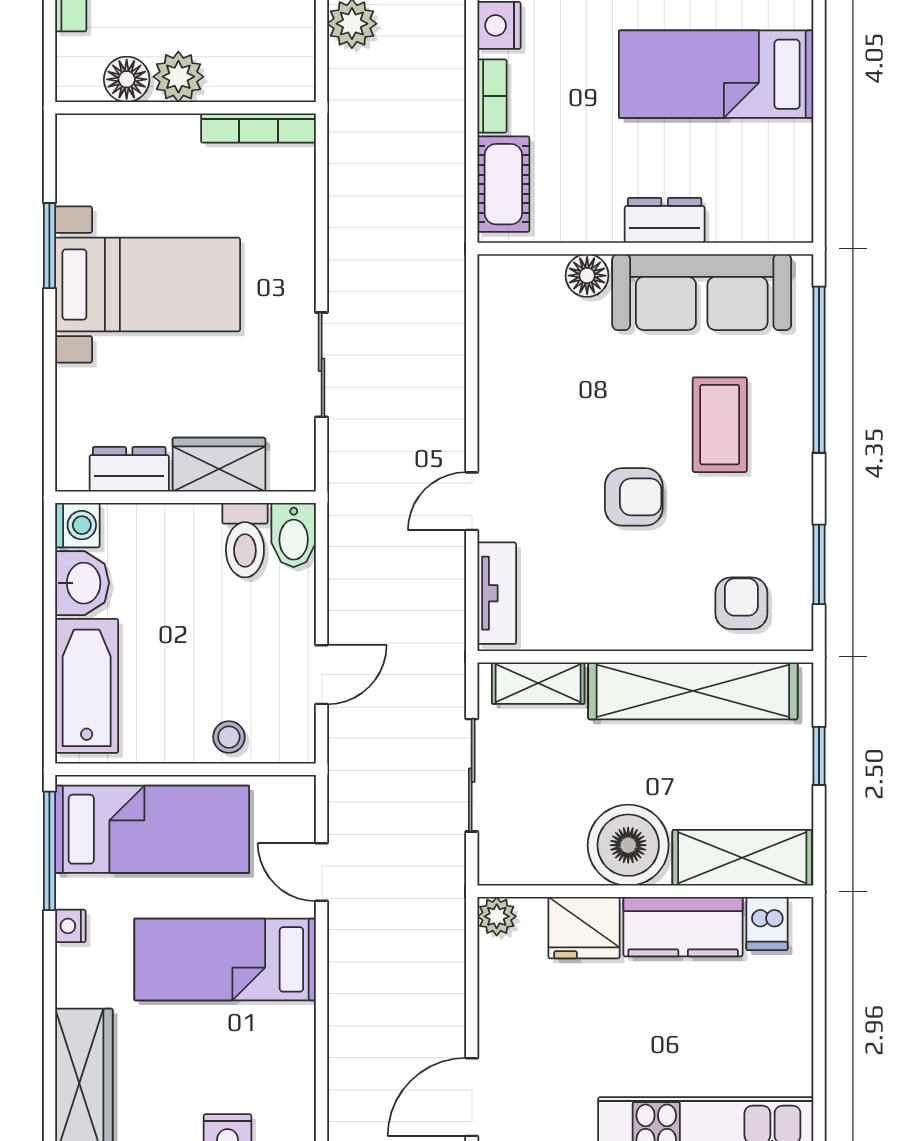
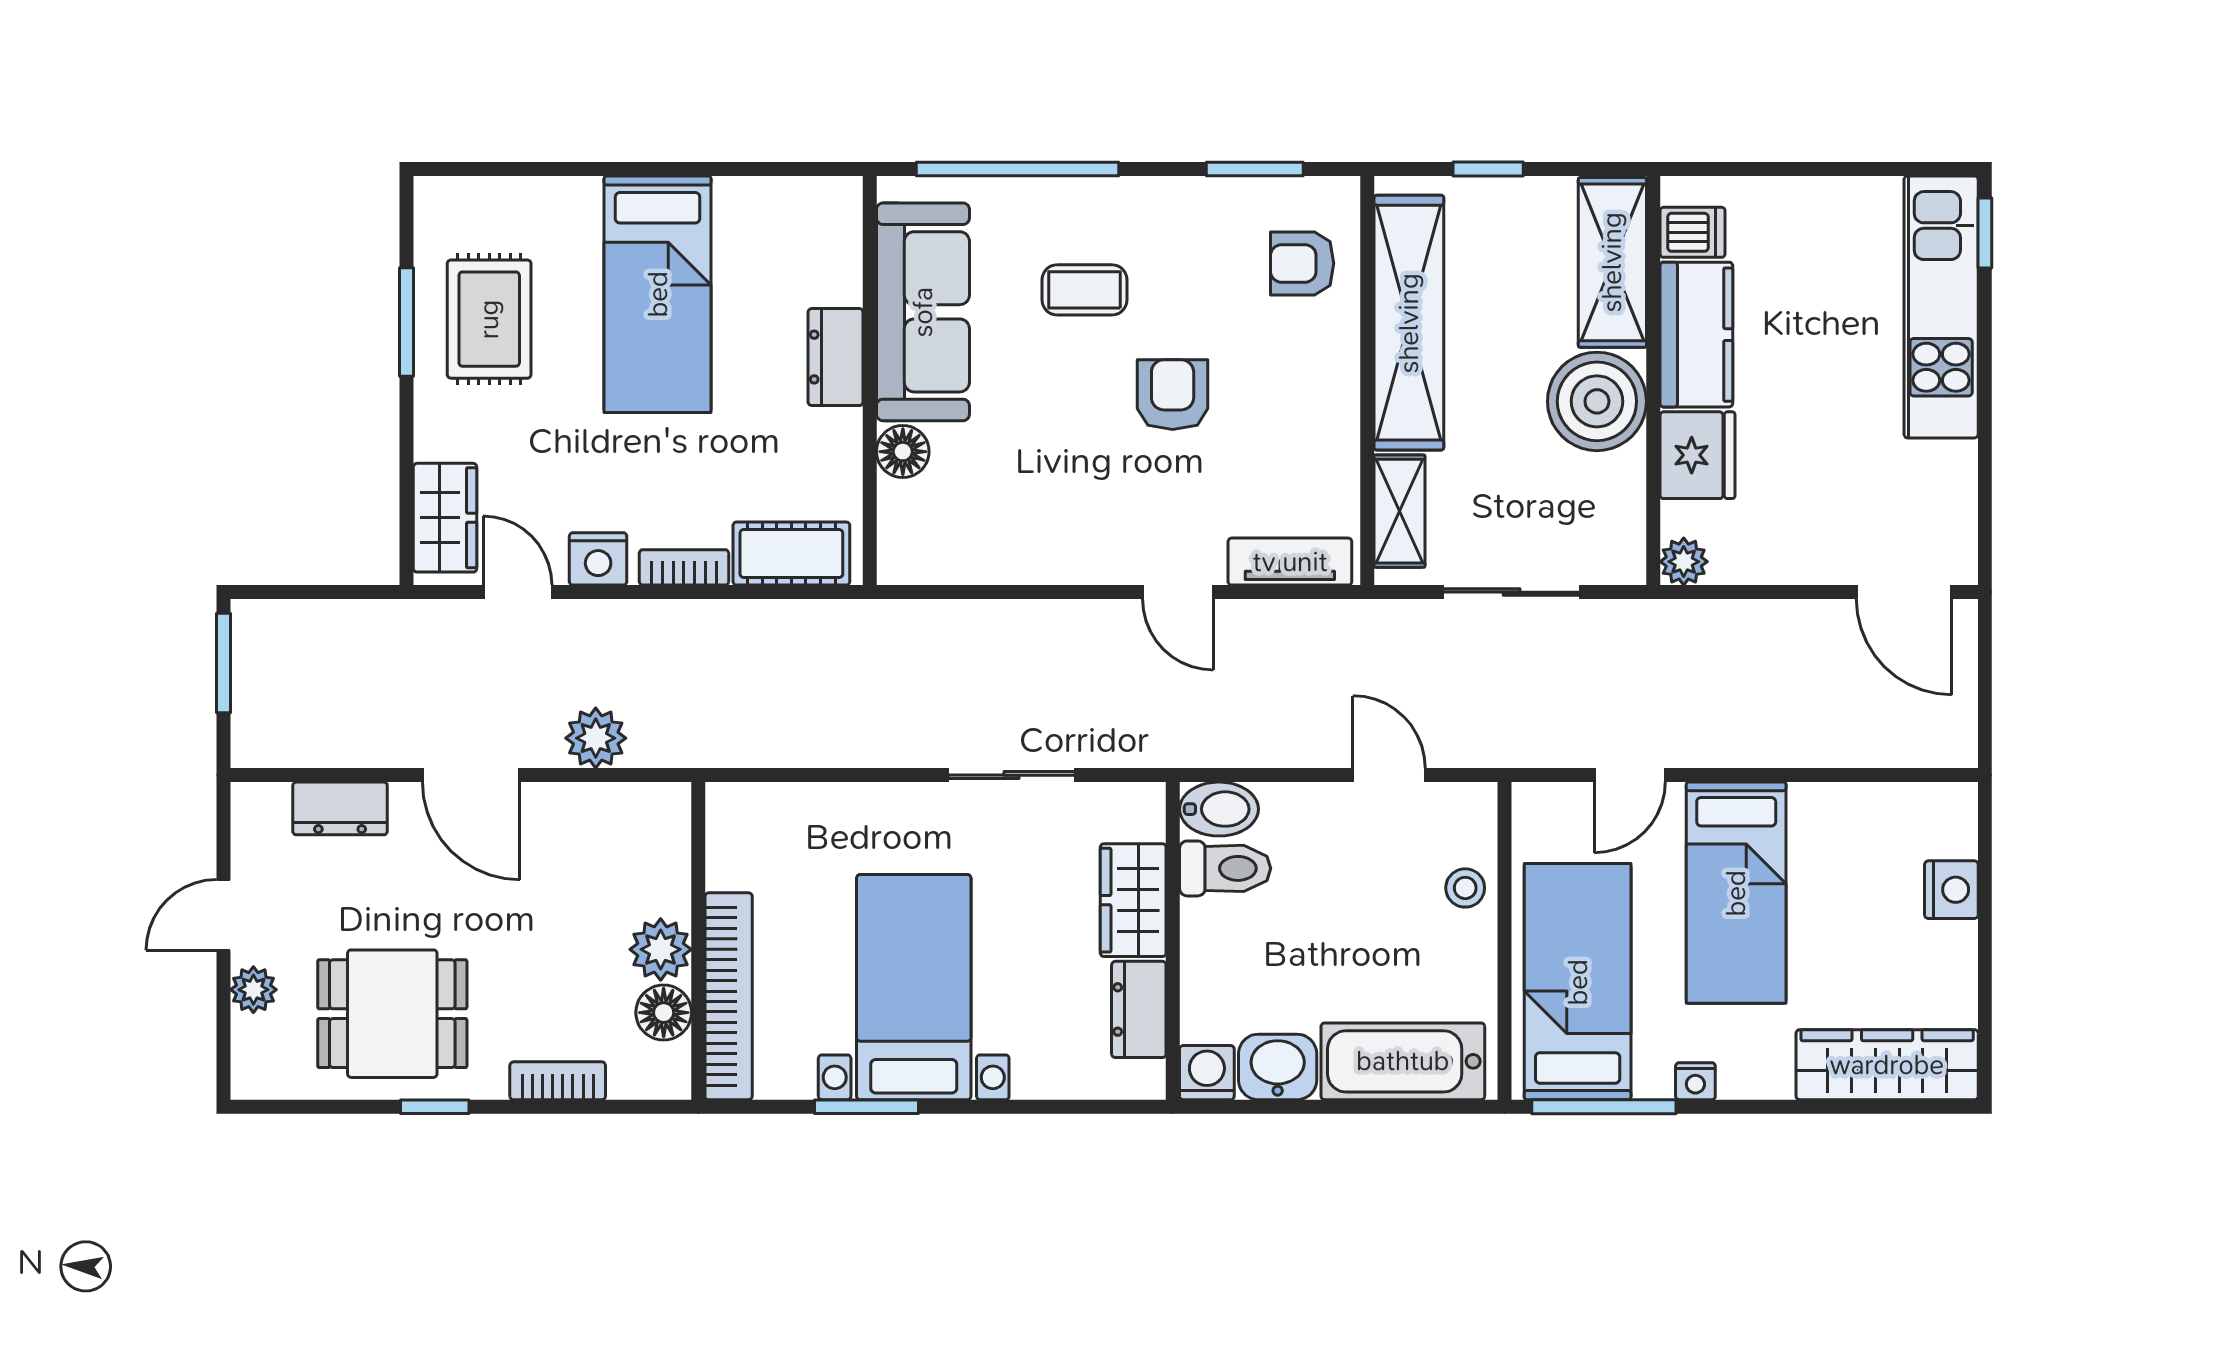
bookcase: (258, 128) -> (729, 996), moved, width x1.48, depth x1.31
coffee table: (720, 425) -> (1085, 290), width x0.73, depth x0.77

